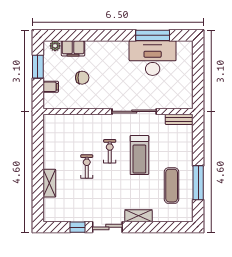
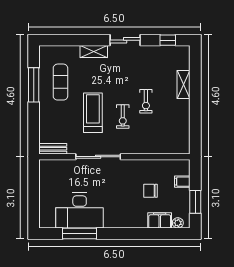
window: (78, 227) -> (168, 40), moved

